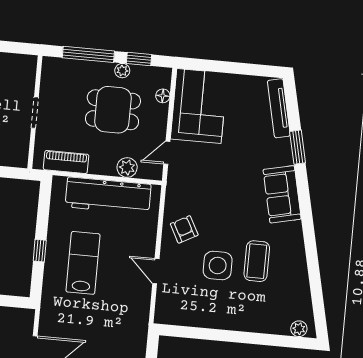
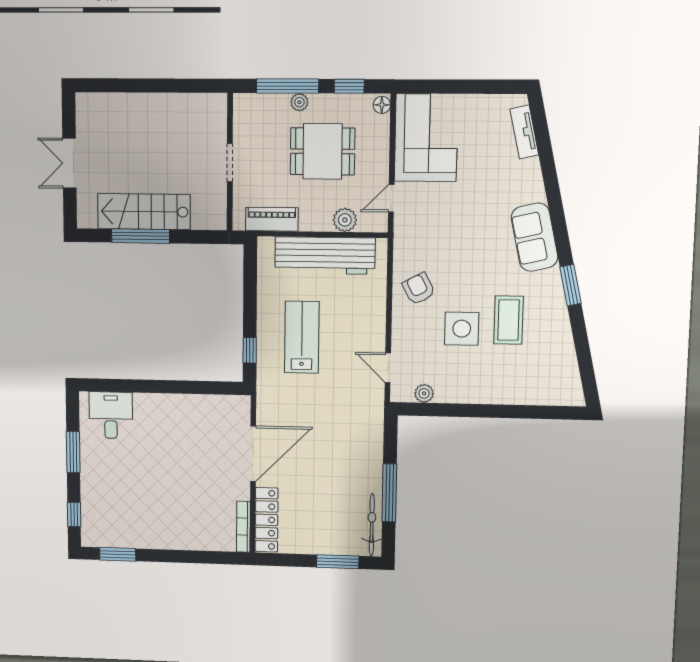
plant: (122, 71) -> (299, 102), moved
floor lamp: (163, 96) -> (382, 105), moved
tv unit: (279, 108) -> (524, 132), width x0.71
window: (298, 147) -> (570, 285), moved
window: (40, 251) -> (250, 350), moved
door: (156, 271) -> (388, 368), moved
plant: (299, 329) -> (424, 393), moved

